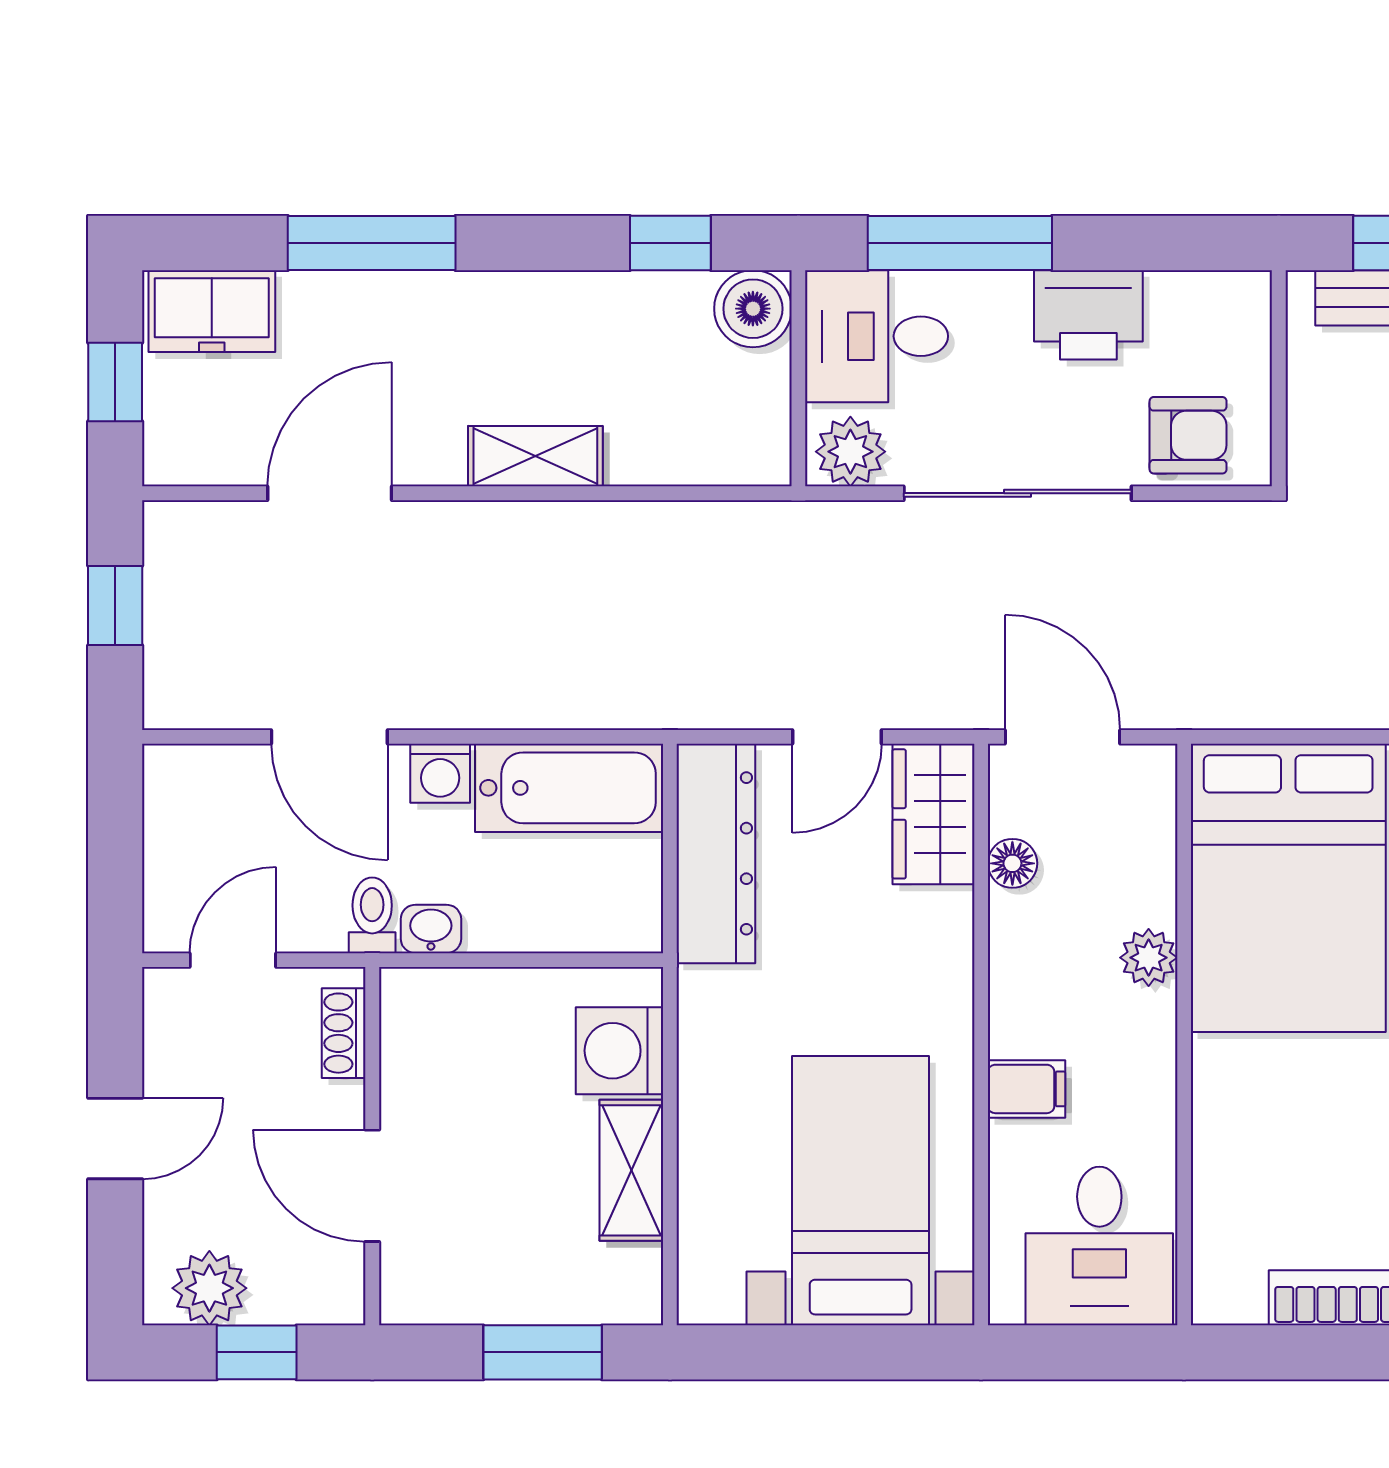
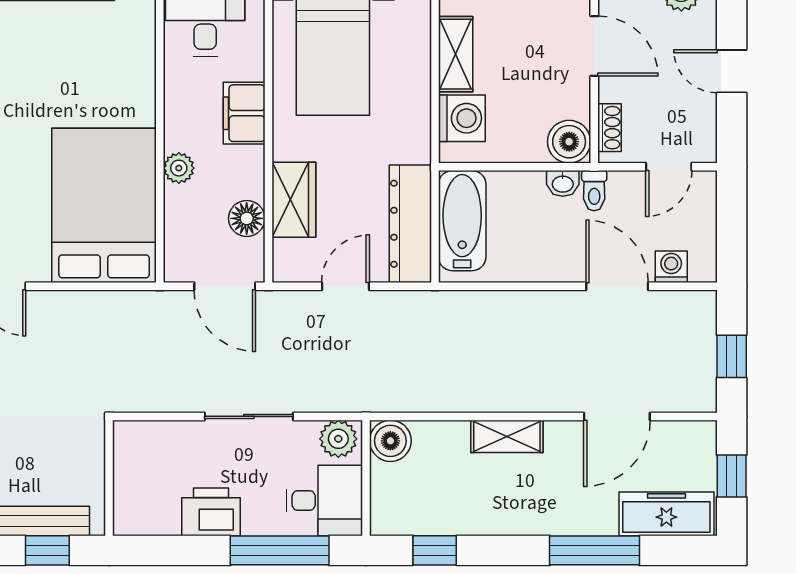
boiler: (753, 309) -> (390, 441), moved
freezer: (212, 311) -> (666, 514), width x1.40
armchair: (1188, 435) -> (158, 448), removed
sliding door: (1018, 493) -> (249, 416), width x0.73
washing machine: (440, 773) -> (671, 267), moved
bathtub: (569, 788) -> (462, 221), moved, turned 90
wardrobe: (933, 814) -> (294, 200), moved
floor lamp: (1012, 863) -> (247, 218), width x1.37, depth x1.37
boiler: (419, 1007) -> (569, 142), added
filing cabinet: (1026, 1089) -> (244, 113), width x2.00
door: (115, 1138) -> (732, 71), hinge flipped

